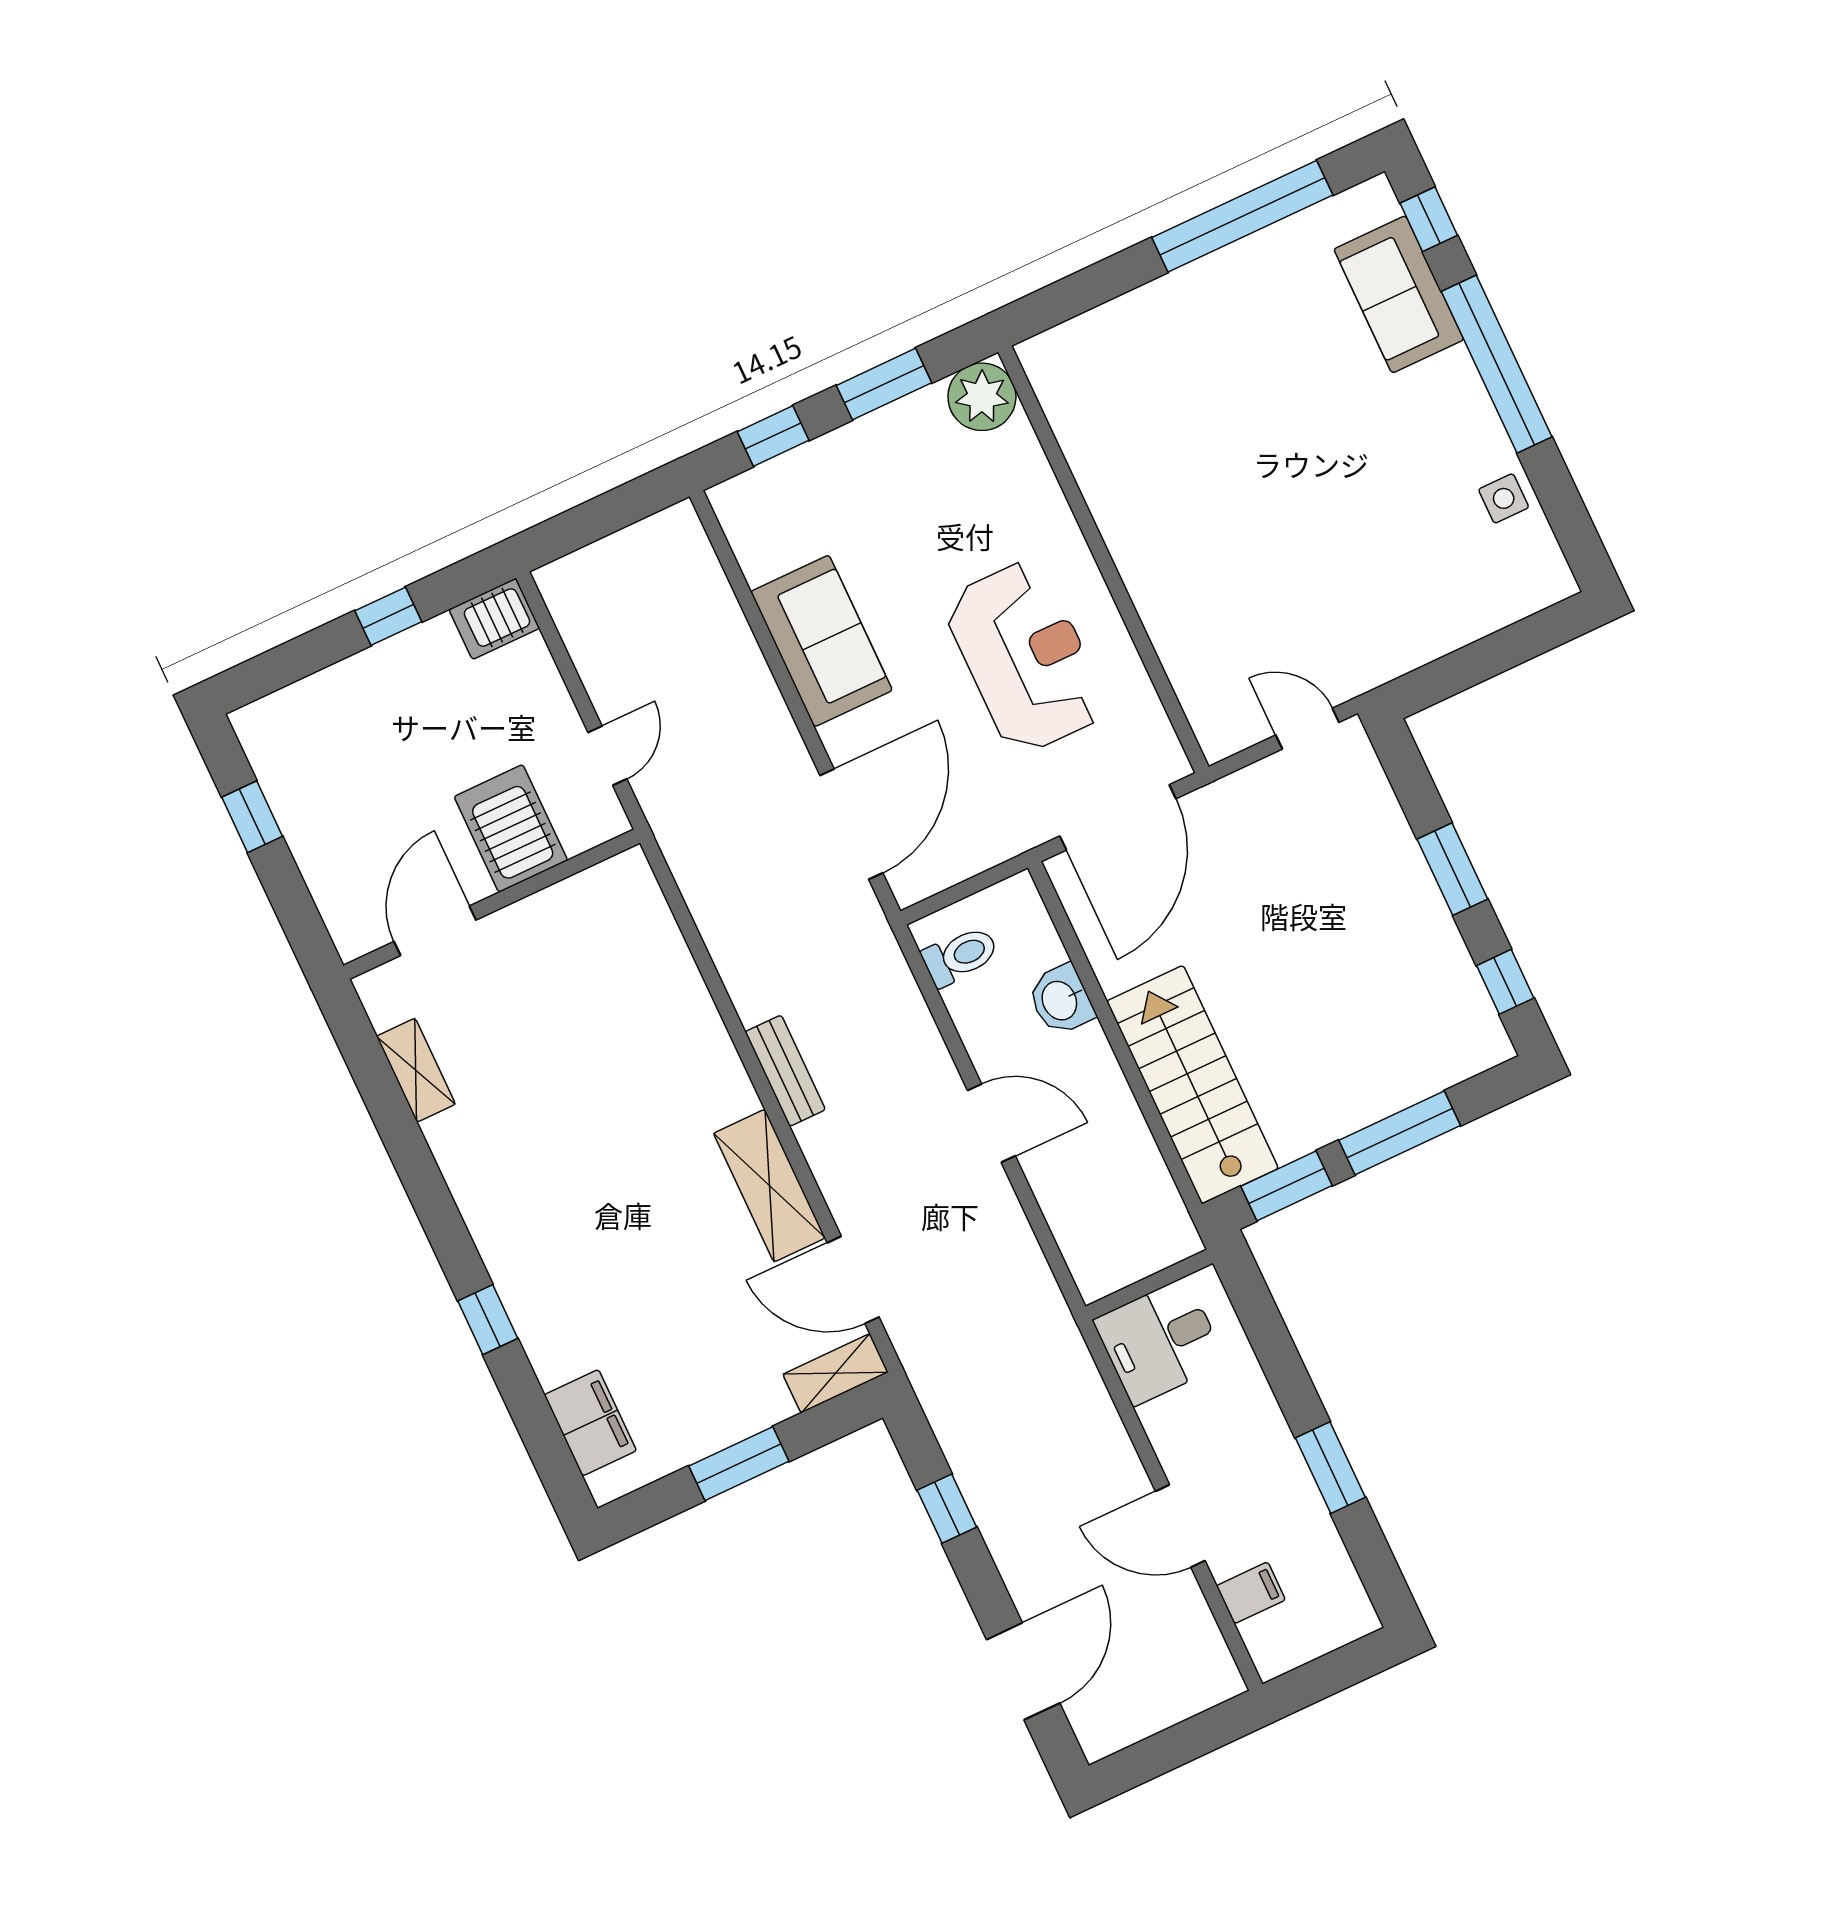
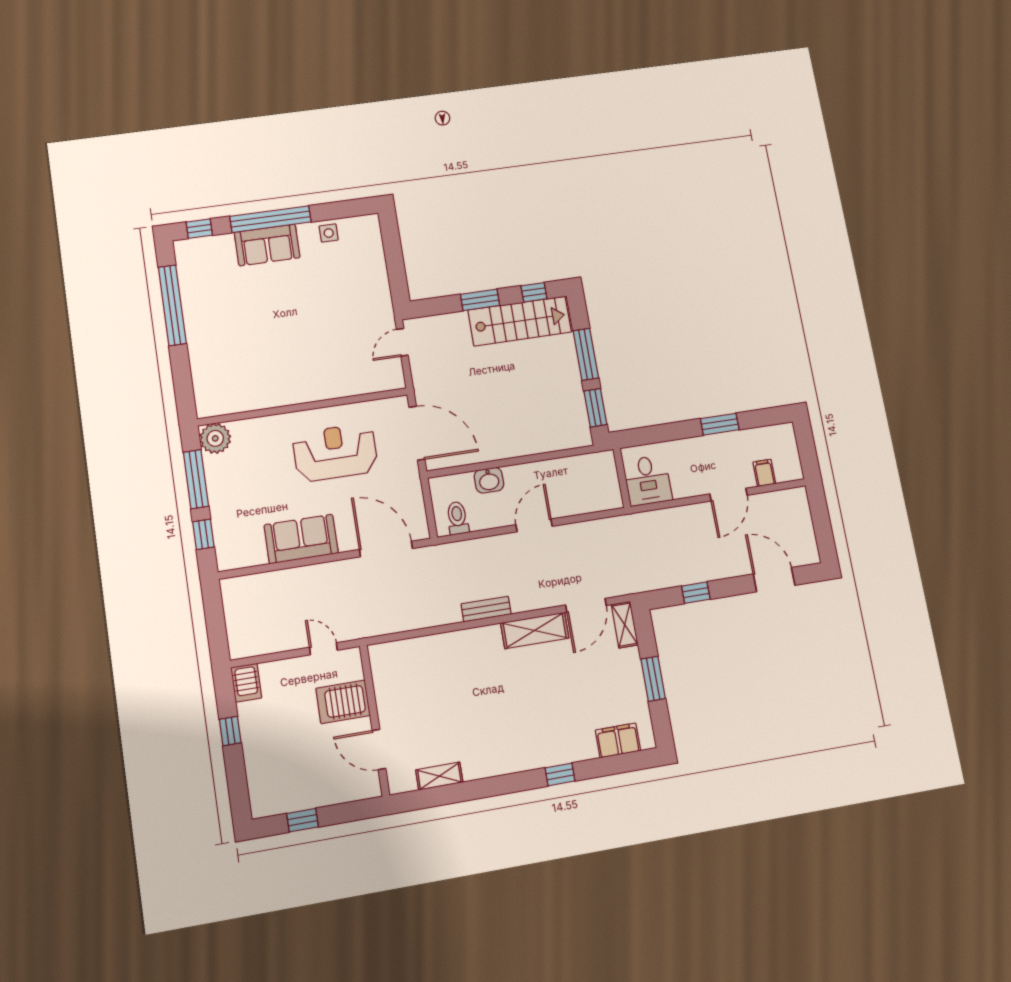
sofa: (1399, 294) -> (267, 245), moved
window: (884, 384) -> (196, 479), width x1.44
stairs: (1192, 1085) -> (520, 321), moved, turned 180

